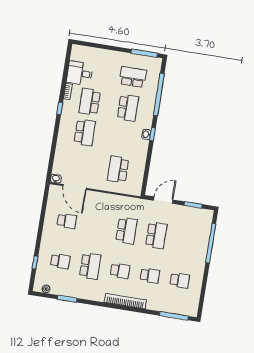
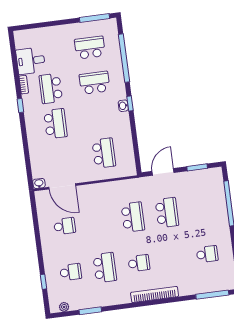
school desk: (128, 108) -> (94, 83), turned -90
school desk: (118, 169) -> (104, 153), turned 180
school desk: (150, 276) -> (173, 259), removed

